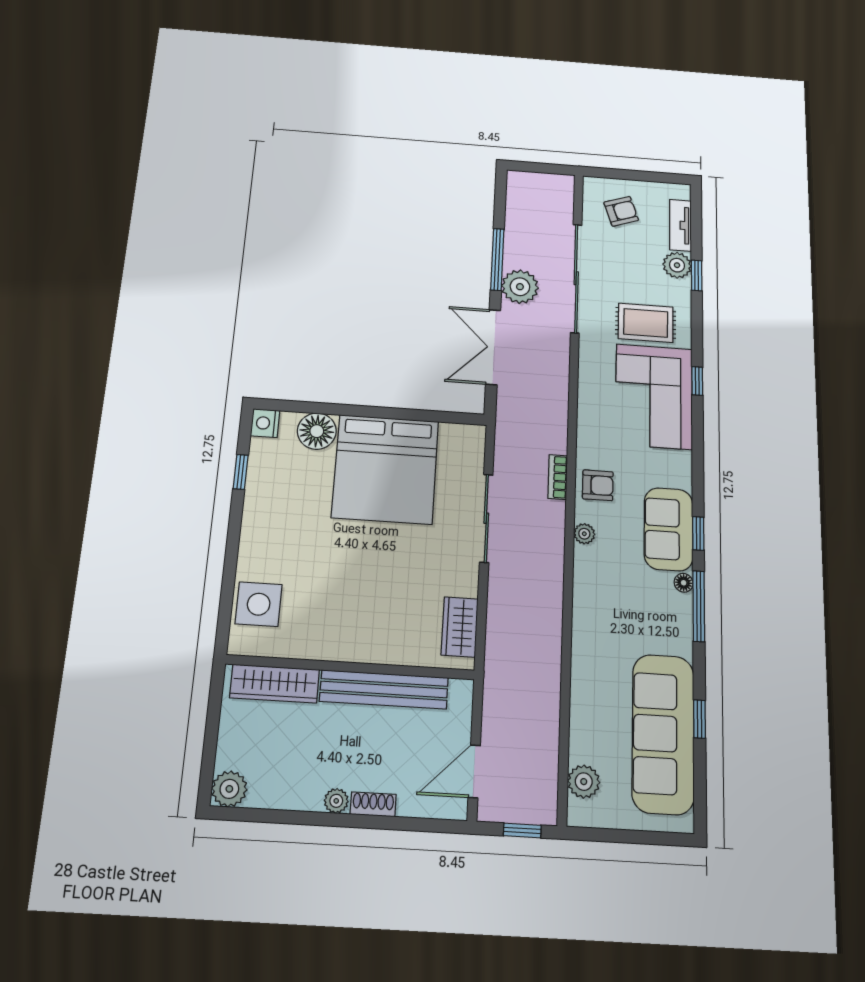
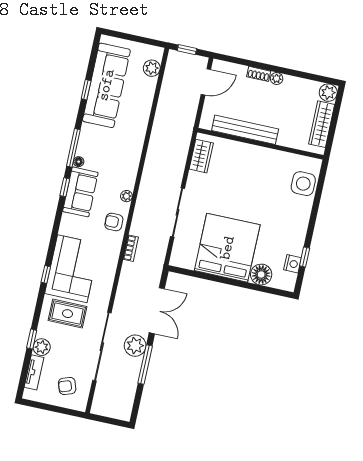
nightstand: (265, 423) -> (292, 264), moved
bookcase: (558, 477) -> (131, 248), moved
wardrobe: (275, 684) -> (322, 124), moved, turned -90

